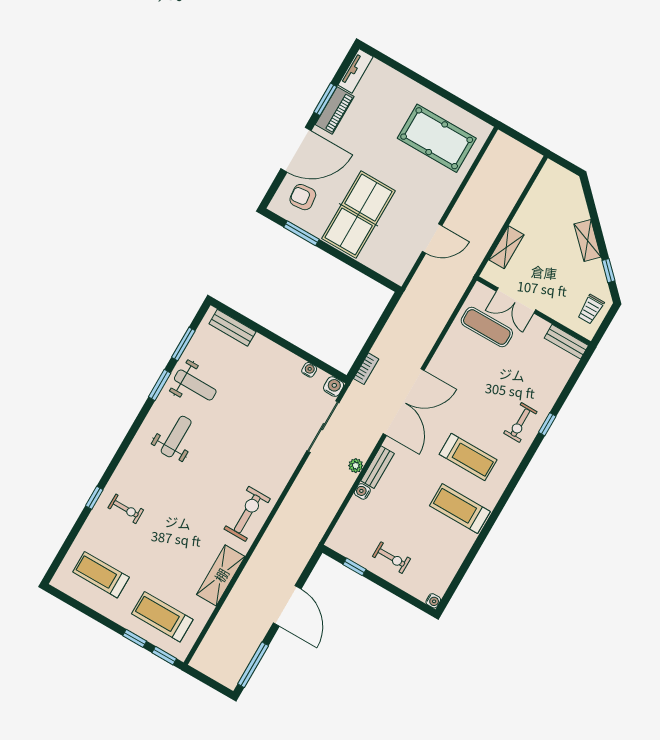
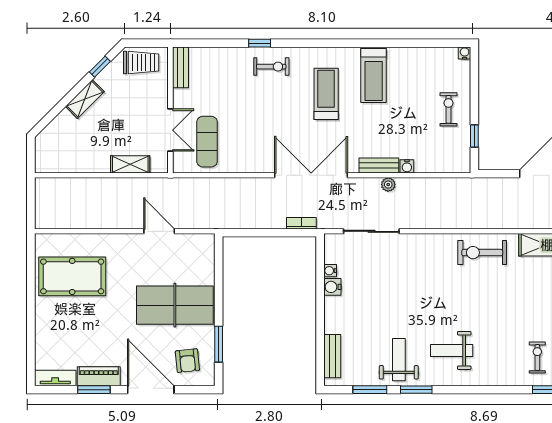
pool table: (437, 138) -> (72, 276), turned 90
trolley: (591, 309) -> (141, 63), width x1.36, depth x1.39
water cooler: (334, 387) -> (332, 287), moved

